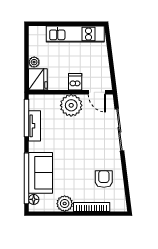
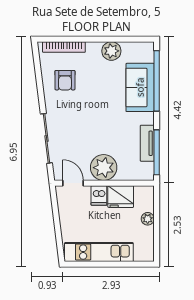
fridge: (38, 79) -> (121, 197), moved, turned -90
floor lamp: (34, 199) -> (148, 56), removed
bookcase: (92, 207) -> (64, 47), moved

